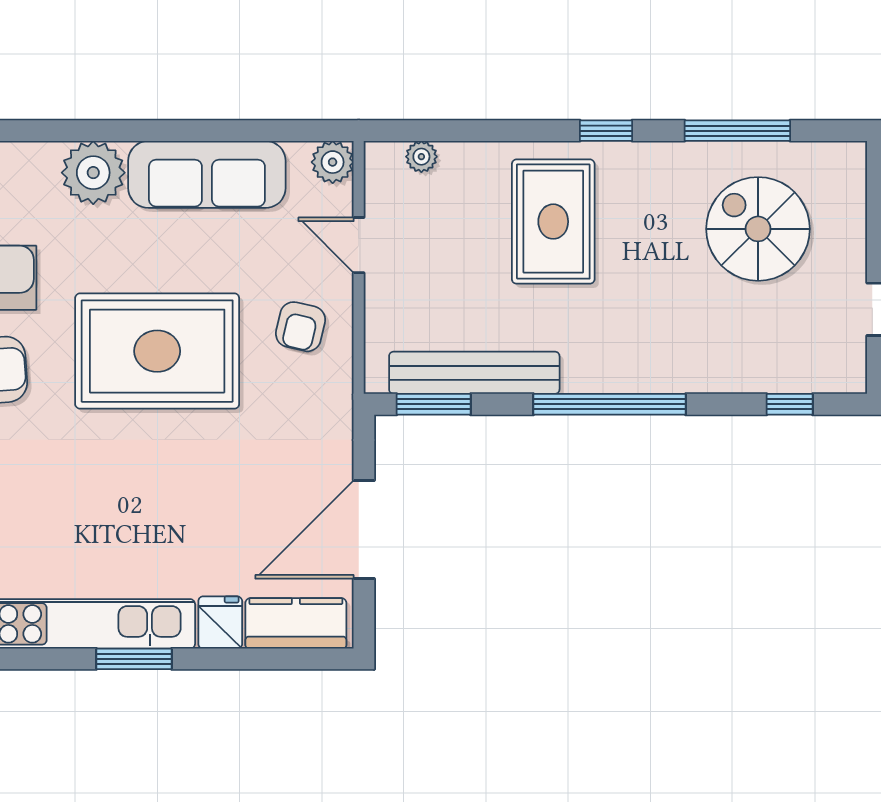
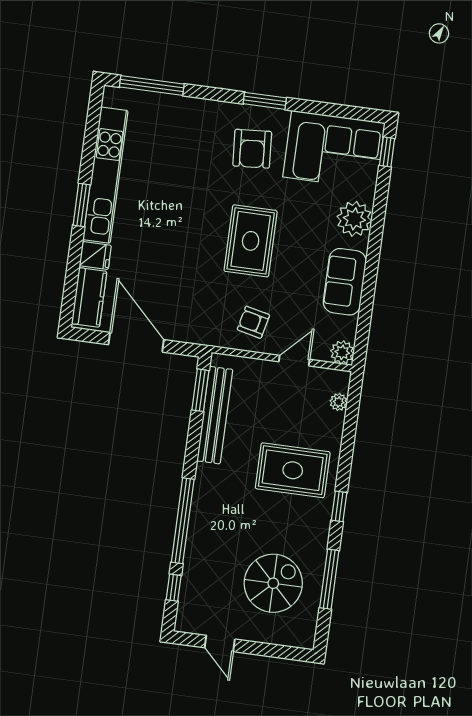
sofa: (207, 174) -> (345, 282), width x0.73
rug: (157, 351) -> (251, 241), width x0.73, depth x0.69
window: (610, 404) -> (183, 521), moved

